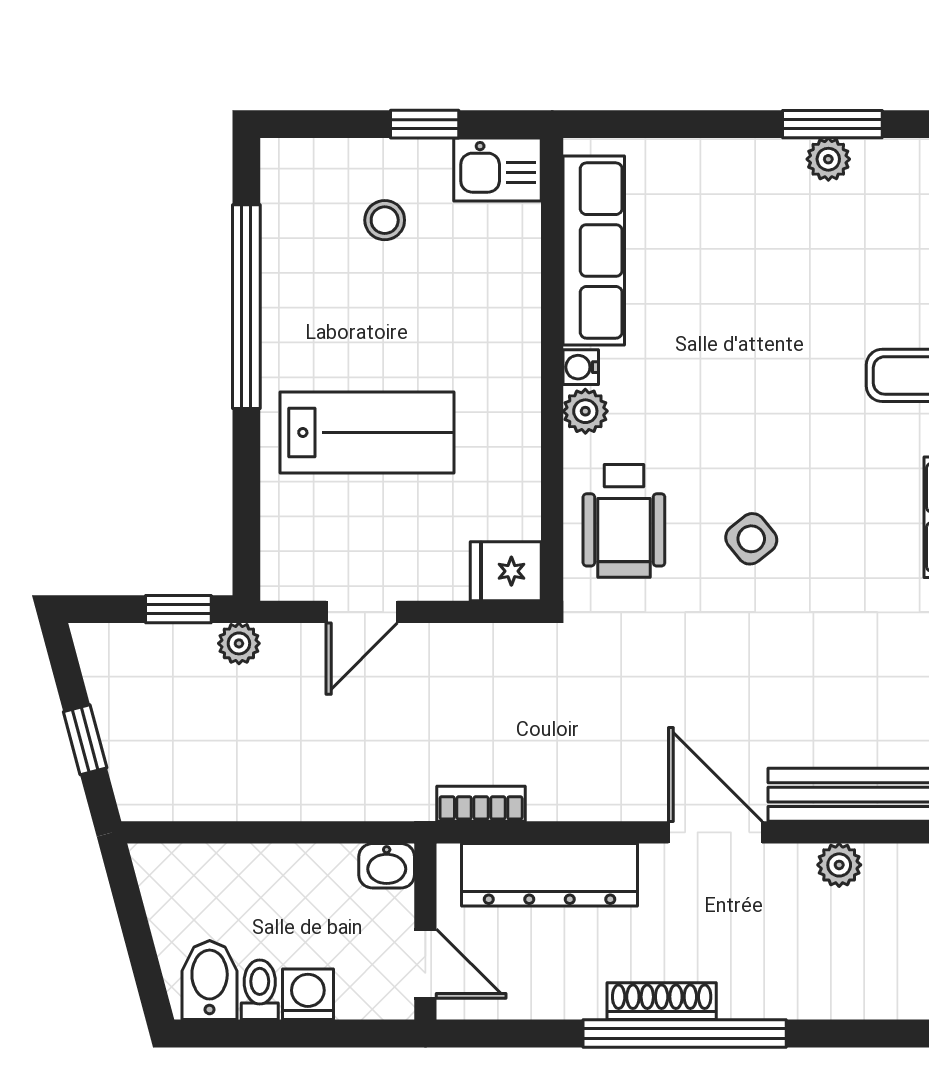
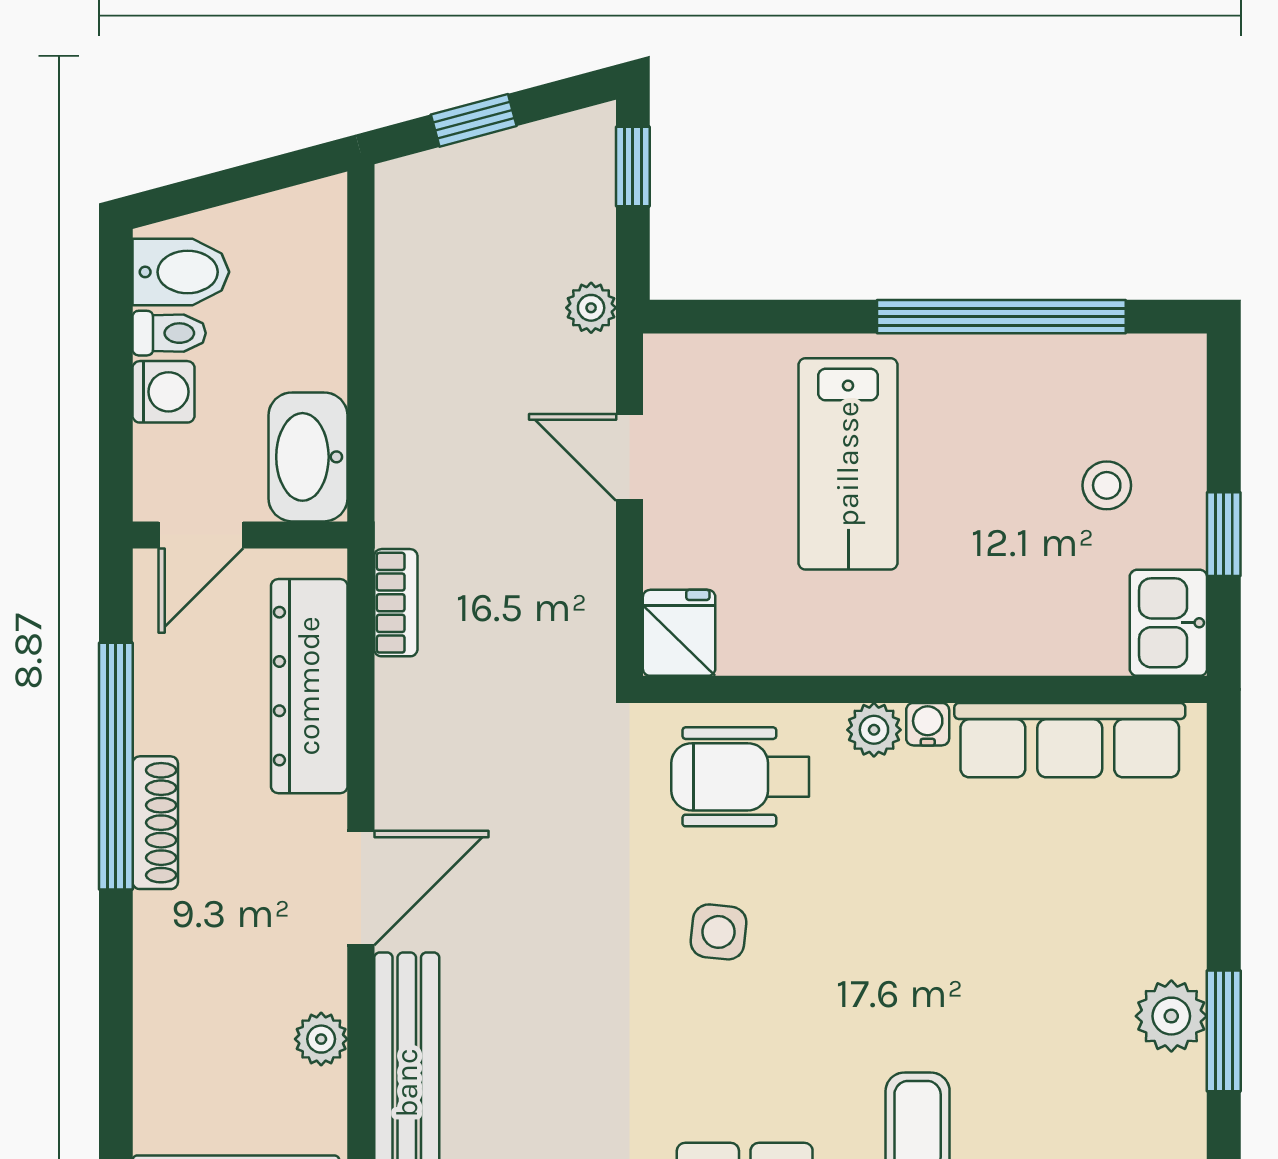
plant: (828, 159) -> (1171, 1016), width x1.38, depth x1.38
side table: (751, 539) -> (718, 932), turned 45
window: (178, 609) -> (633, 166), moved
washbasin: (387, 866) -> (308, 457), width x1.91, depth x1.45
window: (685, 1034) -> (116, 766), moved

